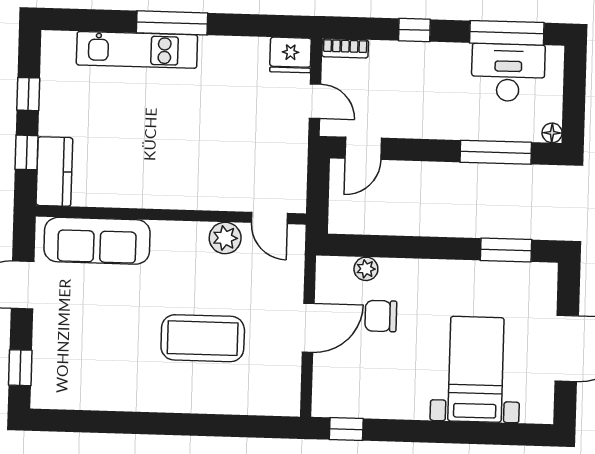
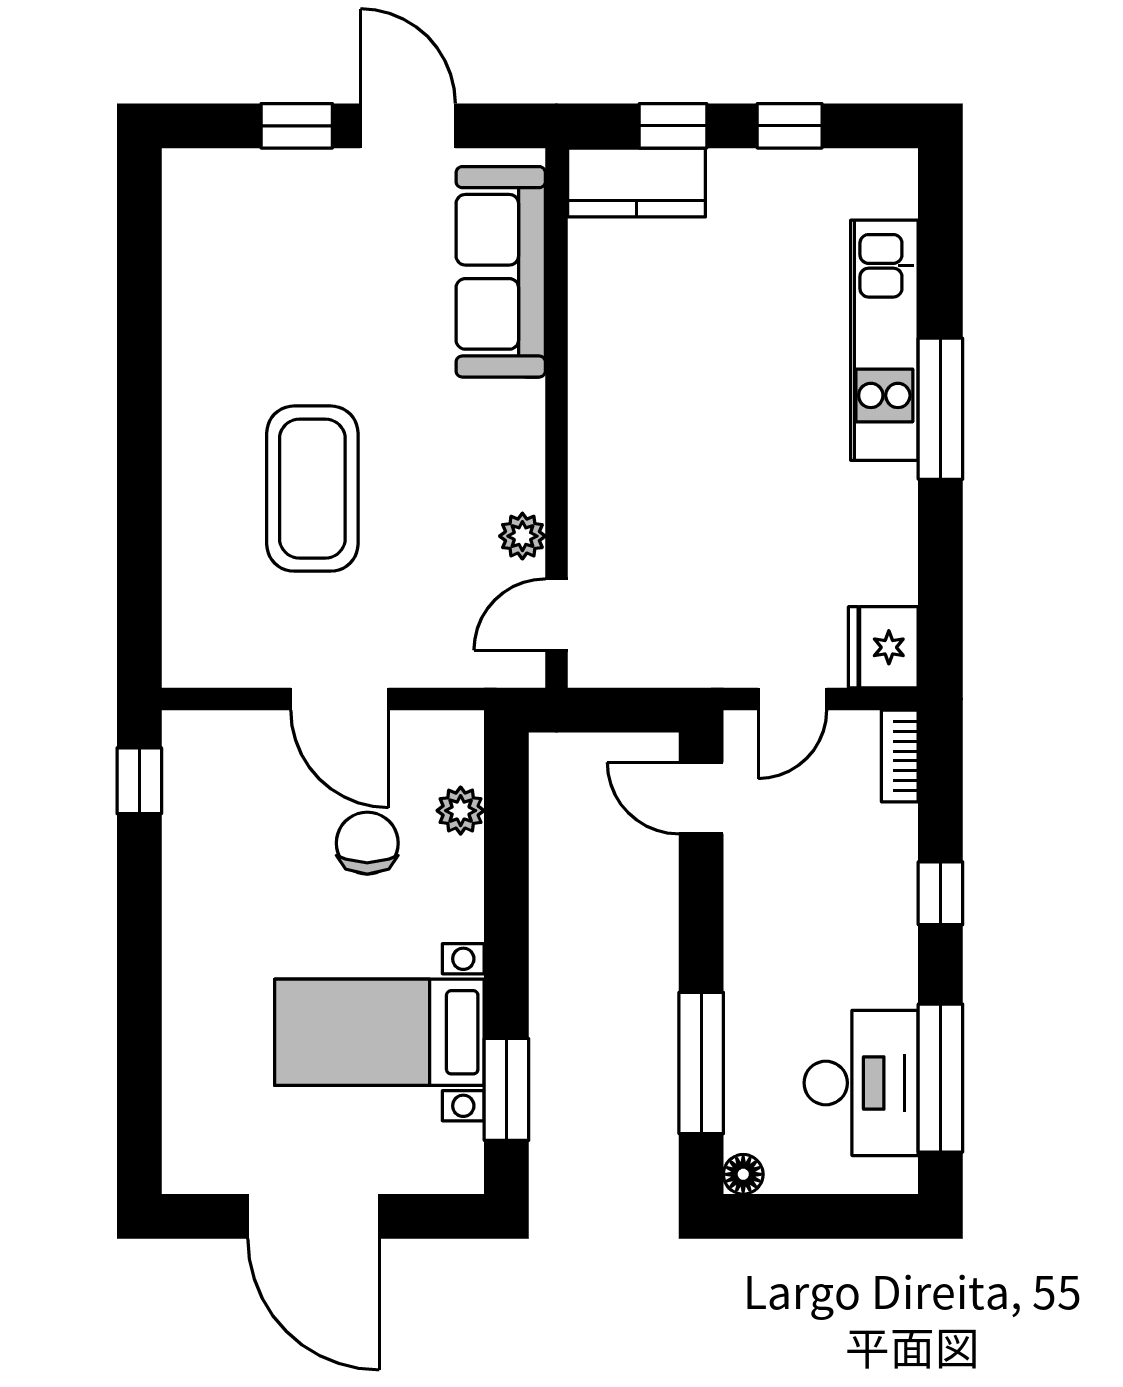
plant: (225, 238) -> (522, 536), width x0.73, depth x0.73
window: (20, 368) -> (297, 126), moved
bed with nightstands: (476, 369) -> (379, 1032), moved, turned 180

